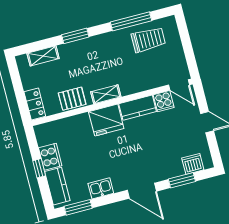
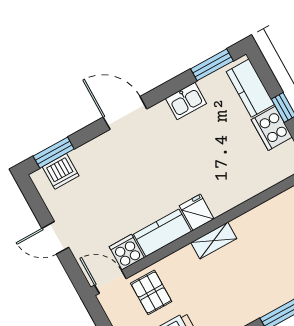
pallet: (72, 99) -> (151, 292), moved, turned 90
fridge: (106, 120) -> (197, 212), width x0.53, depth x0.75
window: (182, 180) -> (54, 153), moved

